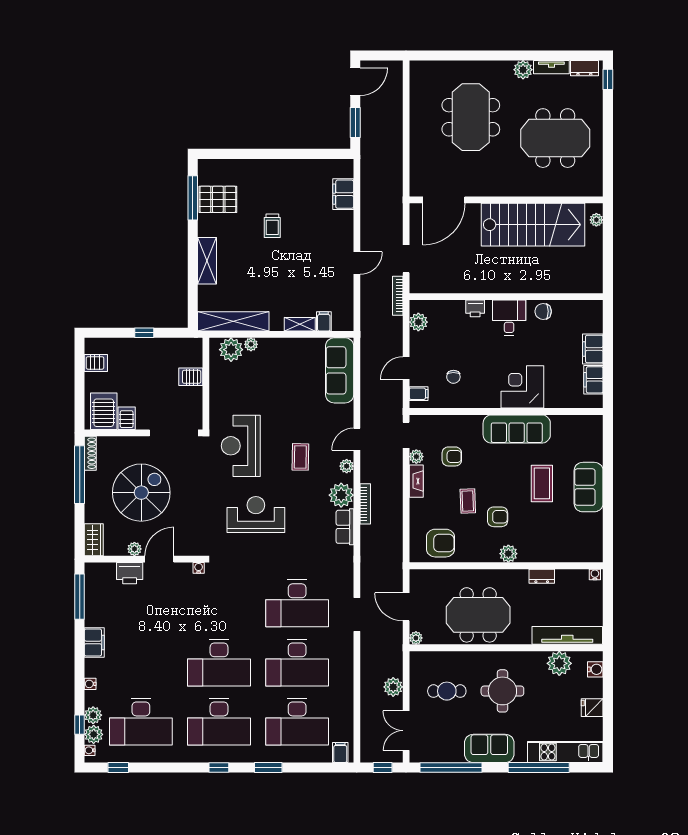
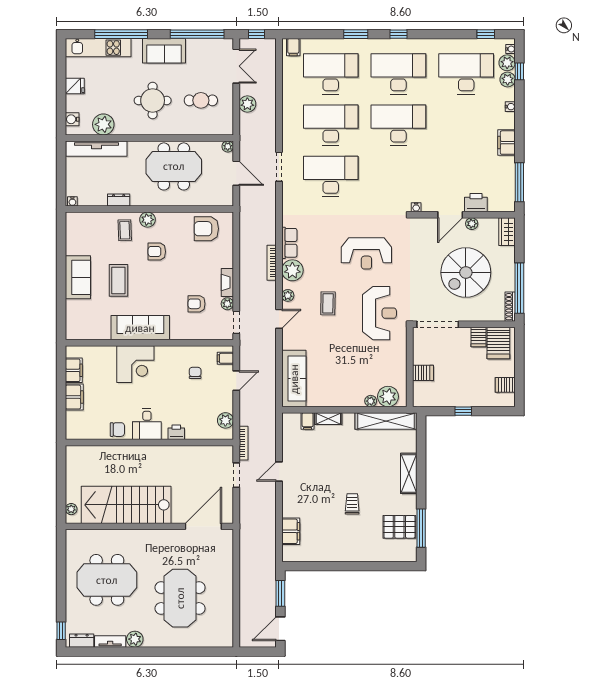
coffee table: (468, 501) -> (125, 230), moved

